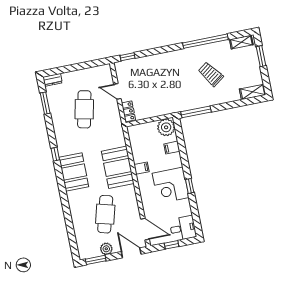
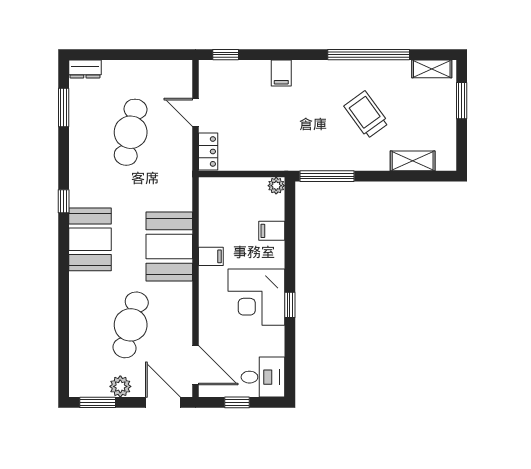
filing cabinet: (160, 61) -> (281, 73), added
shelving: (253, 92) -> (413, 161), moved
plant: (166, 127) -> (276, 186), width x0.53, depth x0.53

